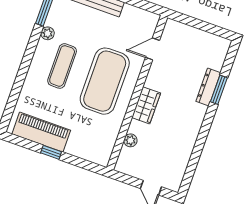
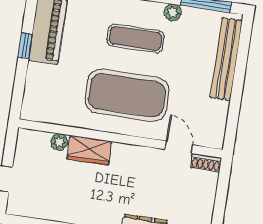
shoe rack: (169, 30) -> (206, 163), added
wardrobe: (146, 105) -> (89, 150), moved

